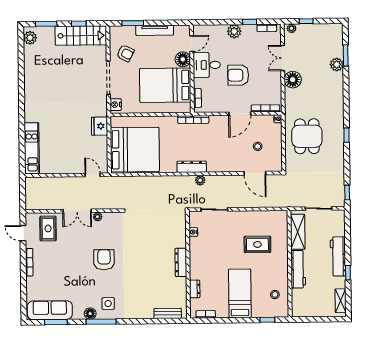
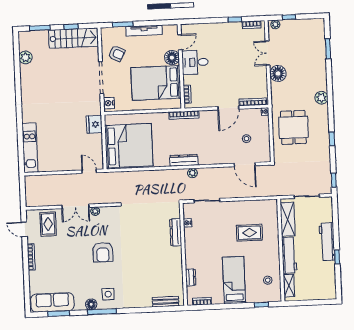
plant: (234, 31) -> (220, 29), removed
plant: (30, 38) -> (25, 57), moved
plant: (337, 65) -> (321, 98), moved
armchair: (238, 75) -> (226, 71), removed
window: (346, 135) -> (332, 139), moved
armchair: (104, 260) -> (103, 252), turned 180
dresser: (181, 262) -> (176, 232), moved
shelving: (340, 301) -> (289, 286), moved

